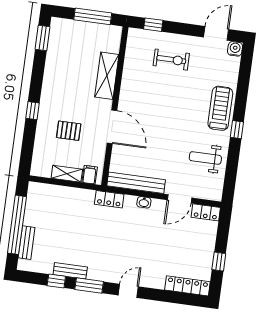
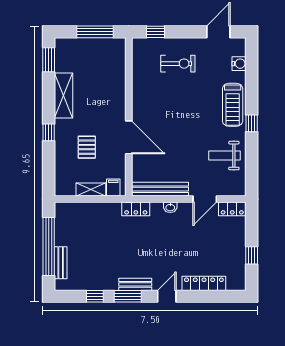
water cooler: (235, 49) -> (239, 64), moved, turned 90
shelving: (107, 76) -> (64, 96), moved
treadmill: (220, 108) -> (233, 105), turned 180
pallet: (69, 131) -> (87, 147), turned 90
bench: (70, 271) -> (135, 284), moved
locker: (187, 286) -> (204, 283), moved

